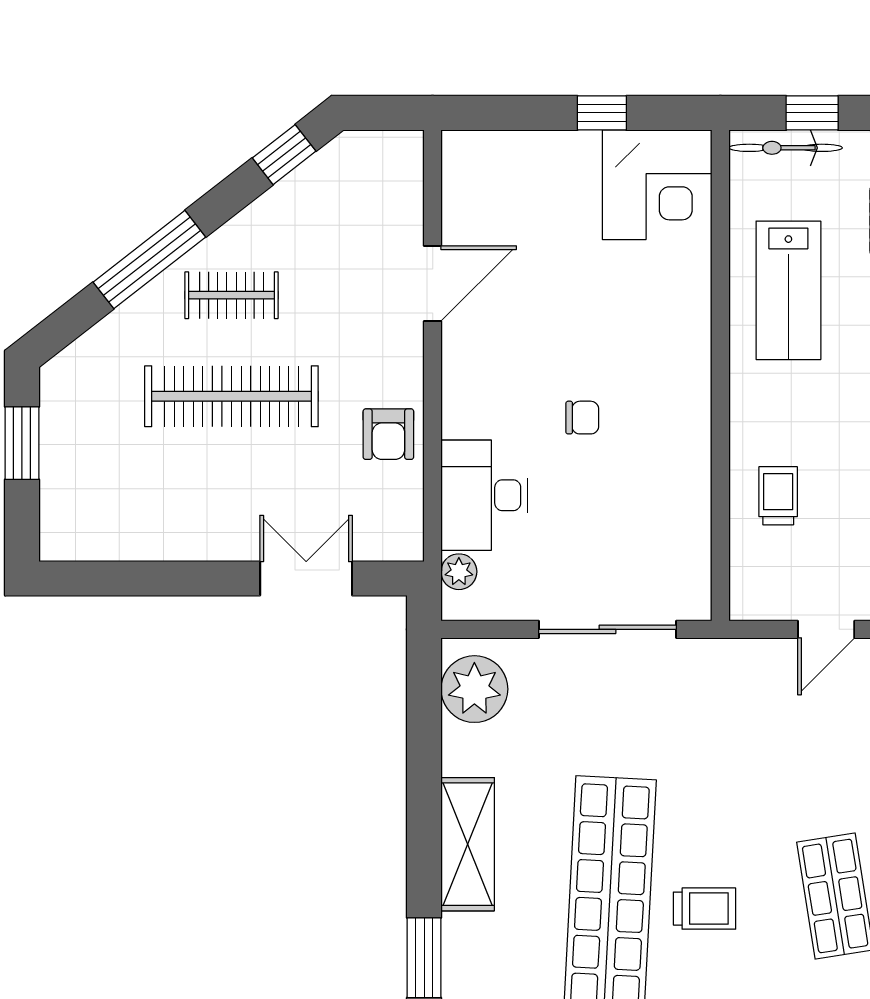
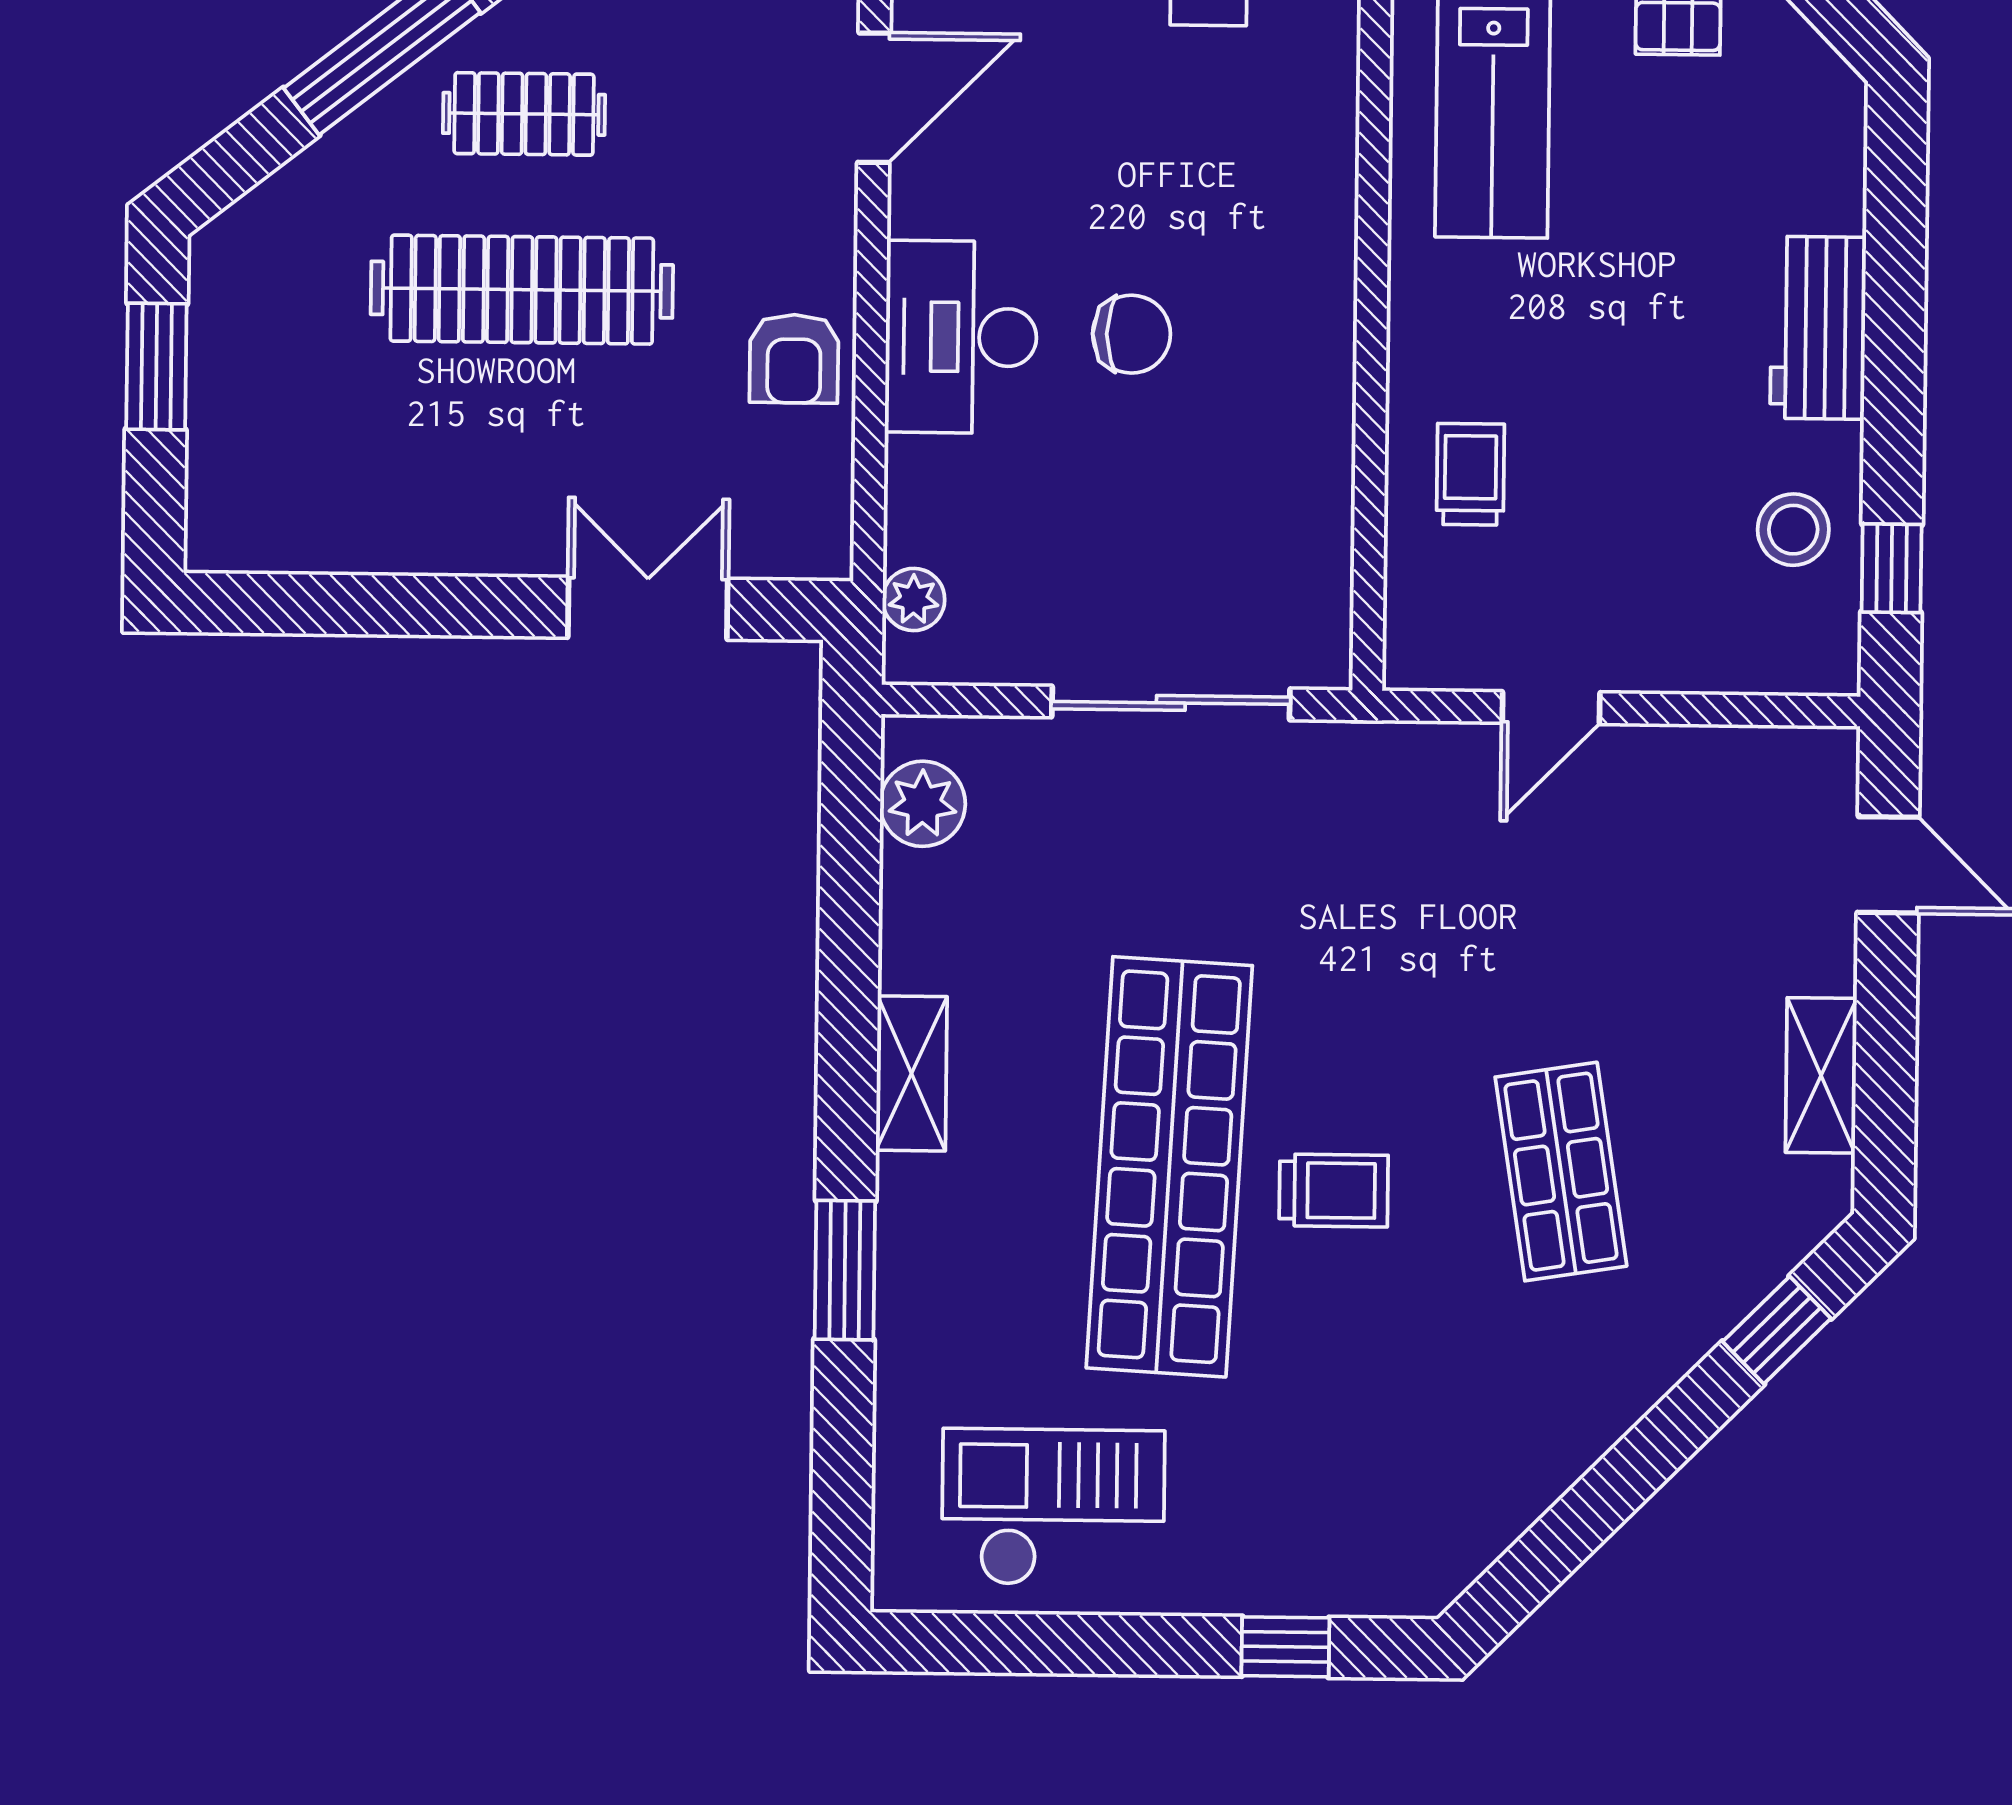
chair: (582, 418) -> (1132, 334), width x1.37, depth x1.37
desk: (484, 495) -> (961, 337), moved
plant: (474, 689) -> (923, 804), width x0.73, depth x0.73
shelving: (468, 844) -> (911, 1073), width x0.67, depth x0.75

